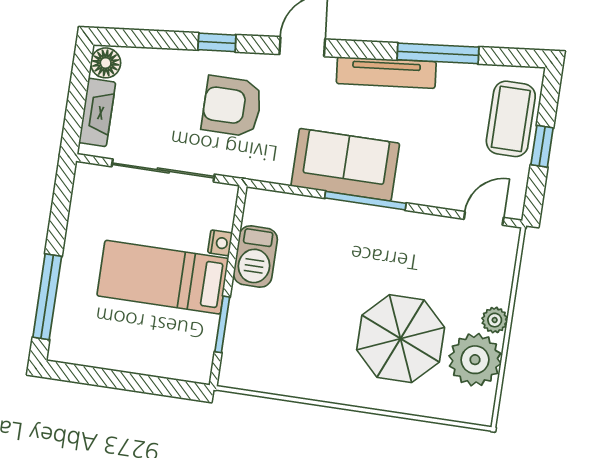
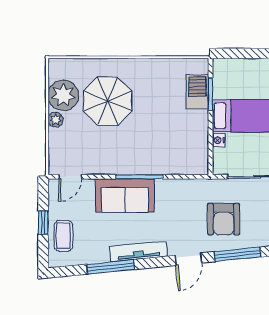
window: (217, 42) -> (238, 254), width x2.17
armchair: (232, 106) -> (224, 219), turned 90
coffee table: (511, 119) -> (63, 236), width x0.73, depth x0.77
sofa: (345, 165) -> (125, 195), moved
barbecue: (255, 257) -> (197, 92), moved

